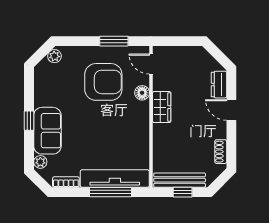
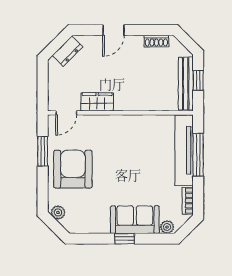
armchair: (103, 82) -> (73, 169), moved
dresser: (219, 85) -> (67, 51), moved, turned -45
floor lamp: (142, 93) -> (96, 122), removed
wardrobe: (162, 107) -> (97, 102), moved

